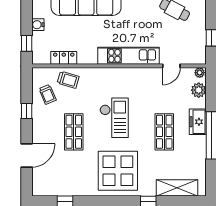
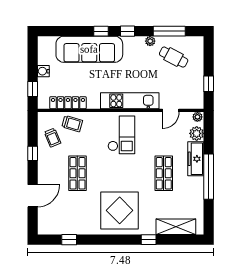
locker: (64, 58) -> (68, 103), width x1.53
checkout: (114, 118) -> (121, 135), moved
freezer: (198, 122) -> (196, 159), width x1.40

